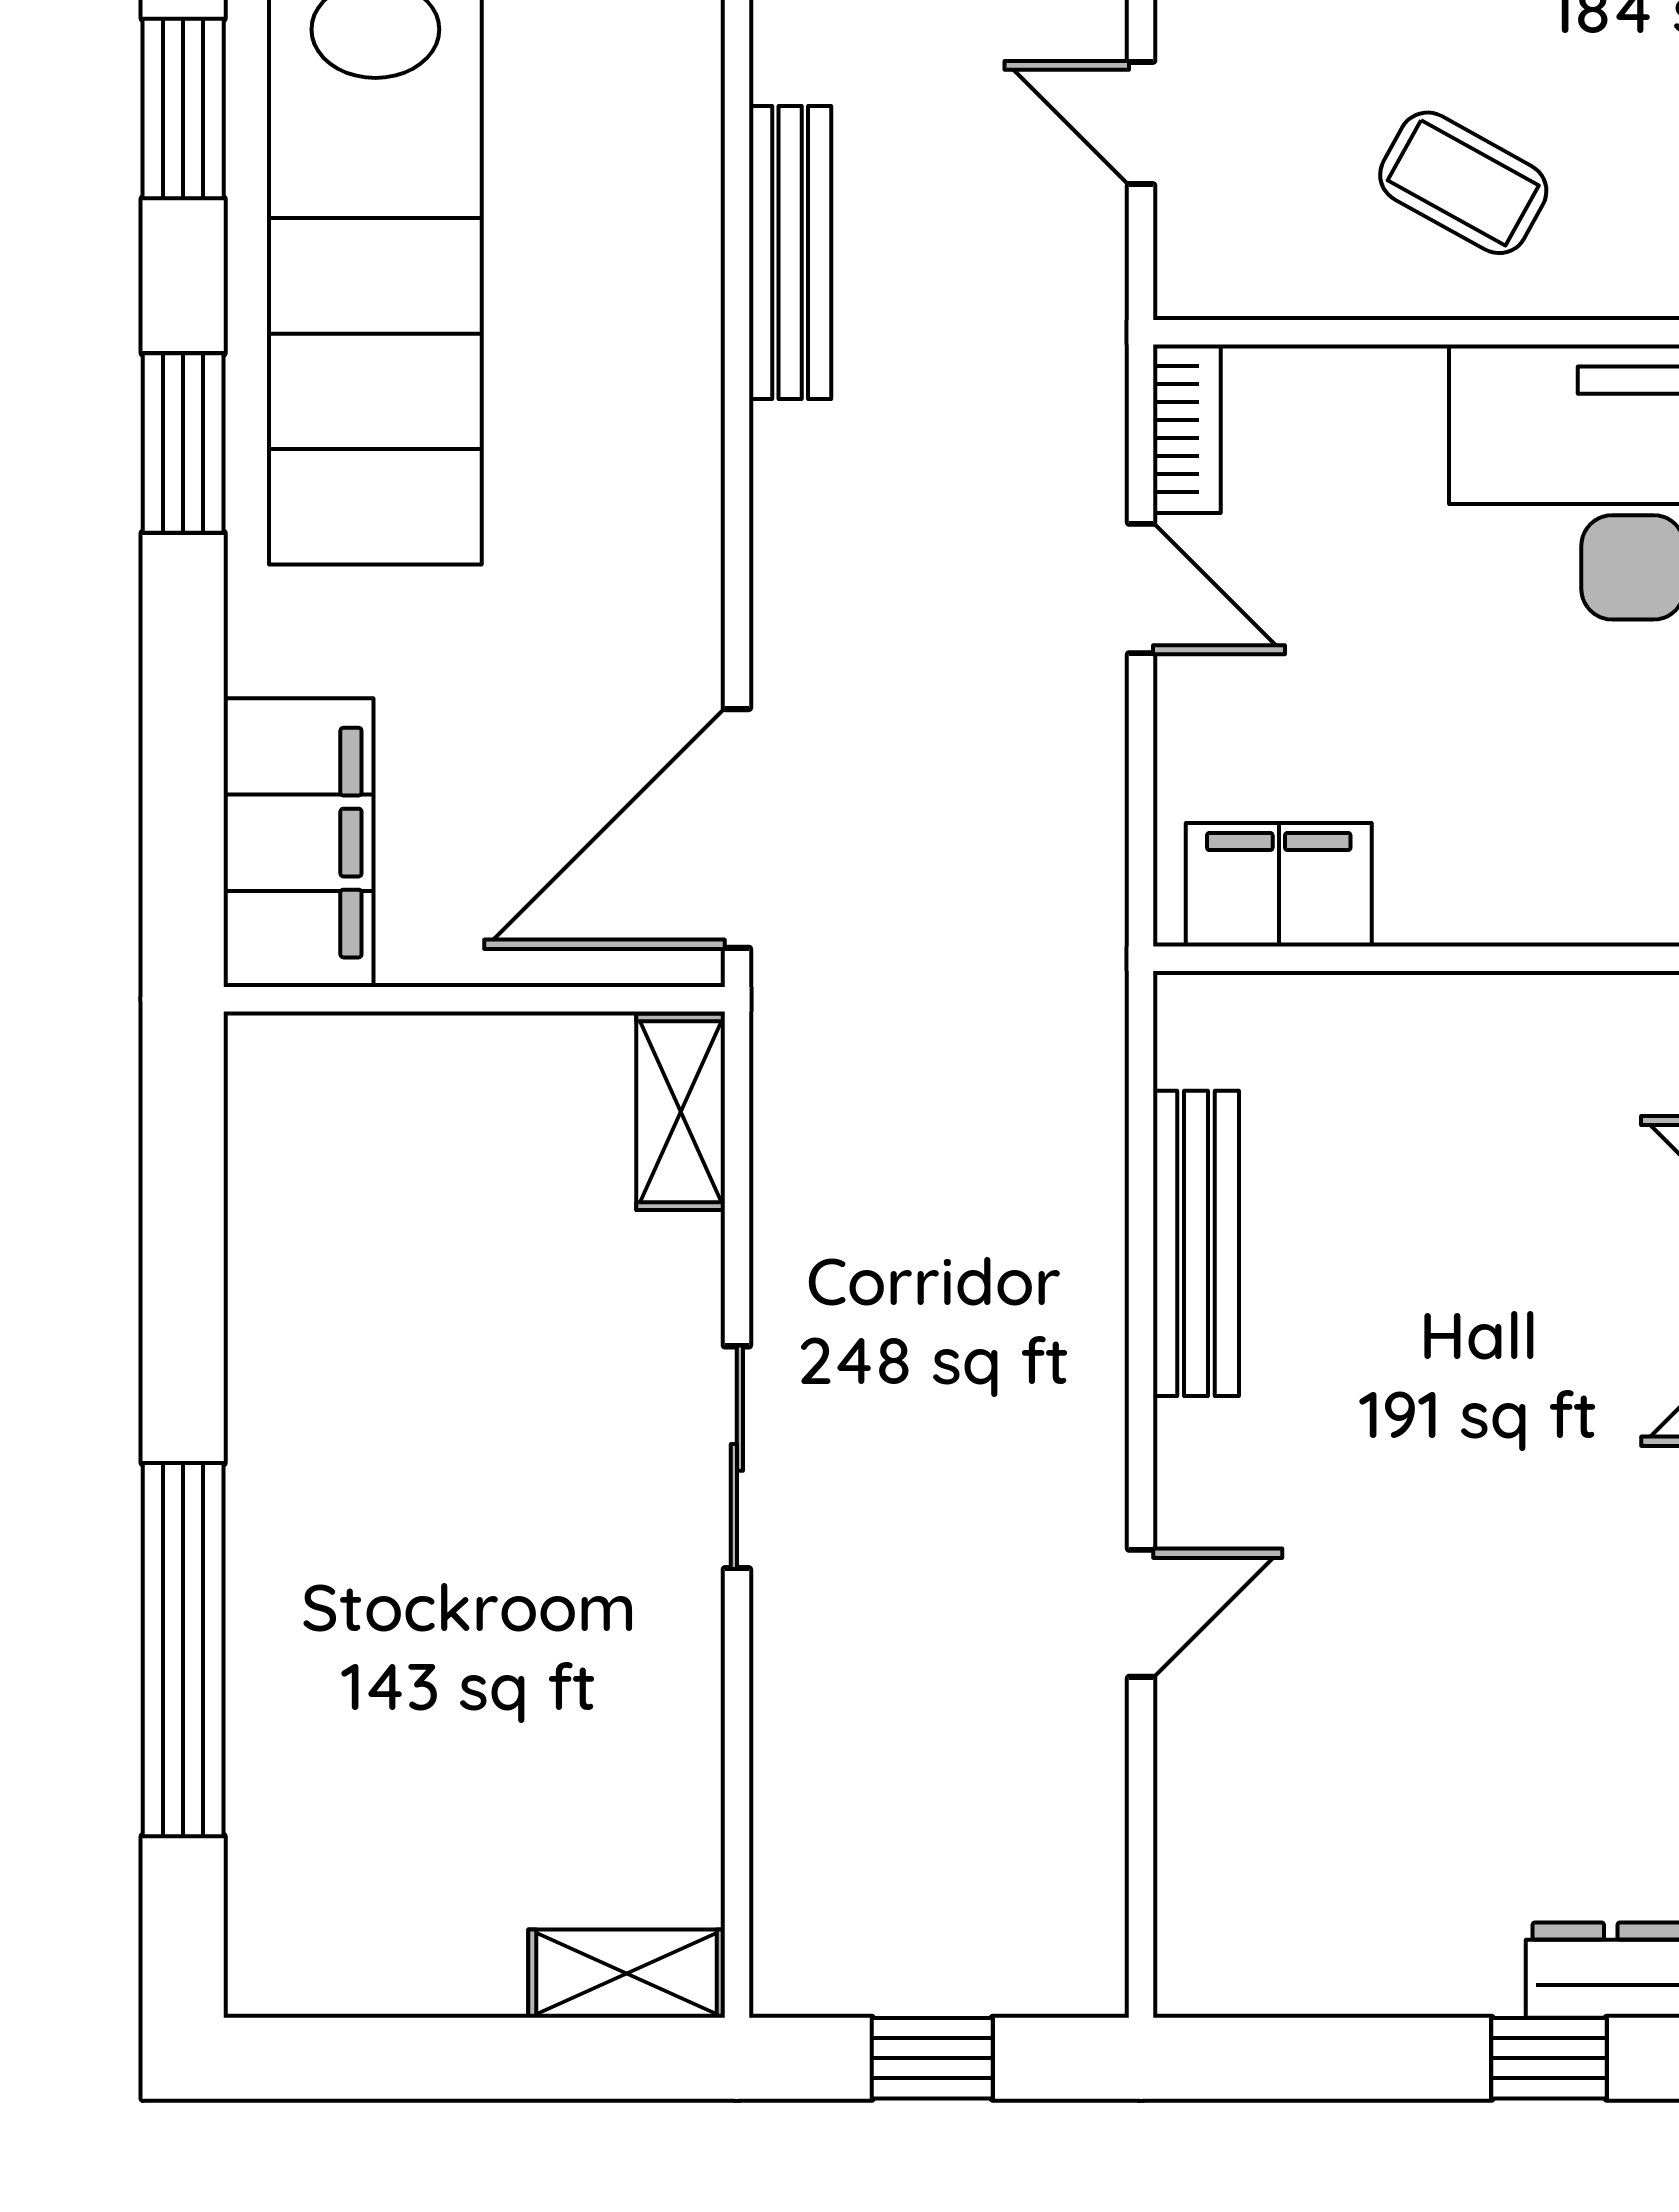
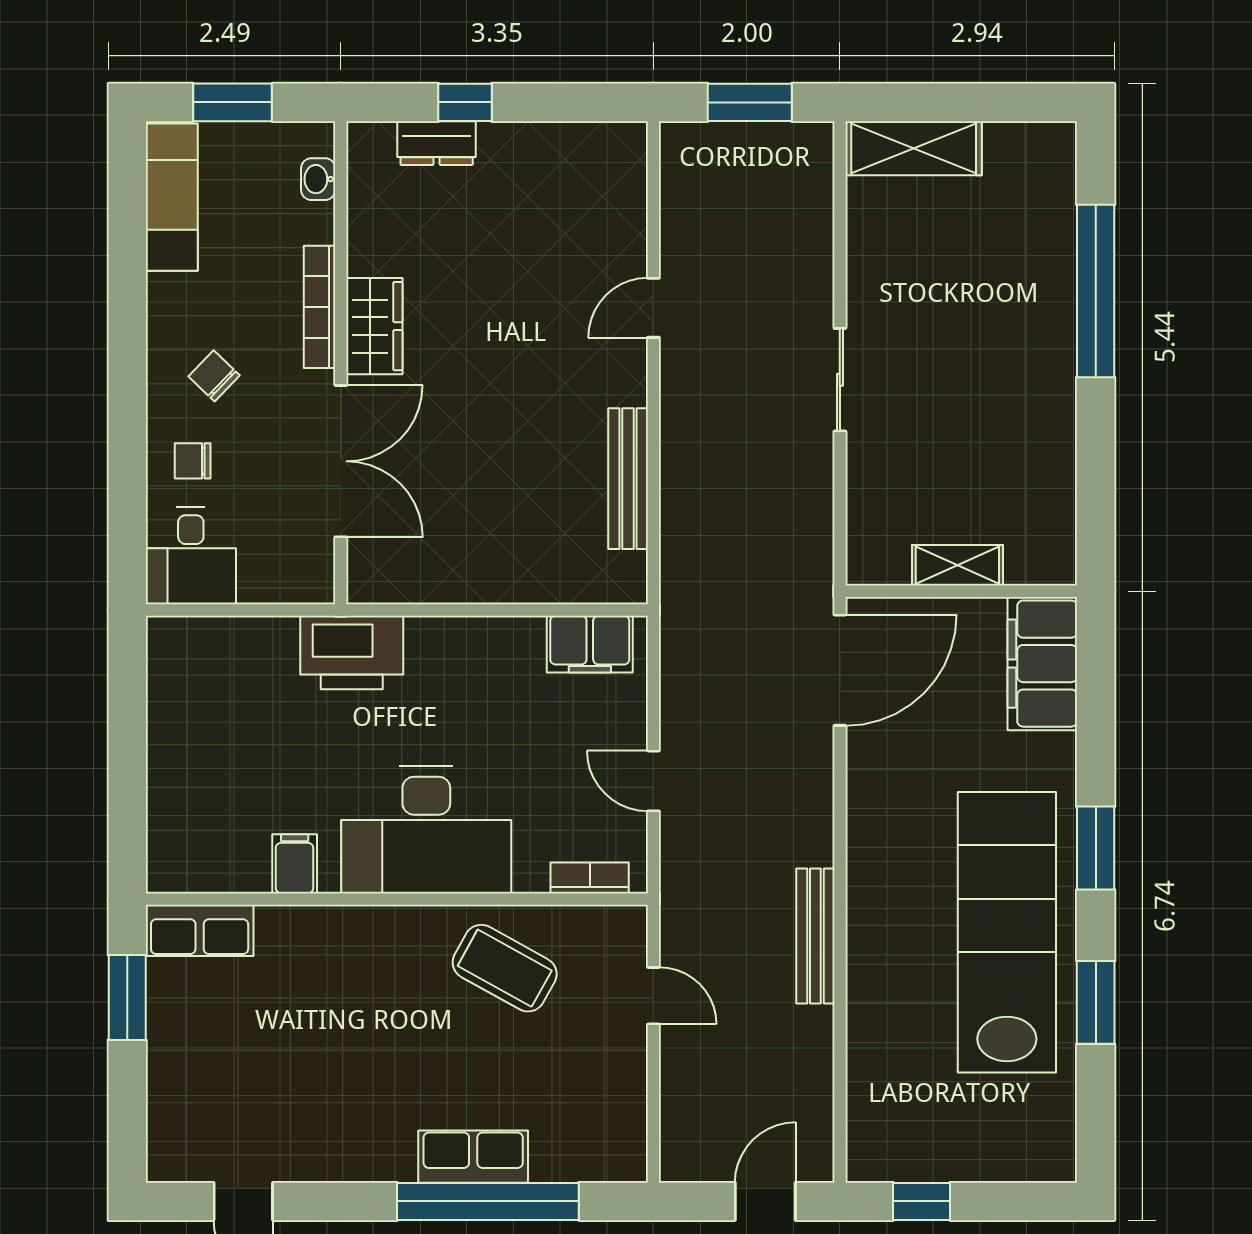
coffee table: (1463, 183) -> (505, 968), width x1.36, depth x1.30
bookcase: (1187, 429) -> (590, 878), moved, turned 90
shelving: (681, 1112) -> (957, 565), moved, turned 90
shelving: (627, 1974) -> (914, 148), width x1.50, depth x1.33
window: (932, 2058) -> (750, 102), width x1.50

